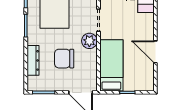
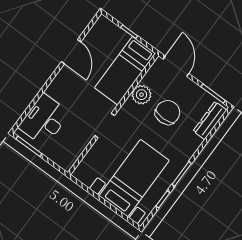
plant: (89, 41) -> (141, 95), moved
chair: (64, 59) -> (168, 112), turned -90
dresser: (33, 60) -> (210, 120), moved

